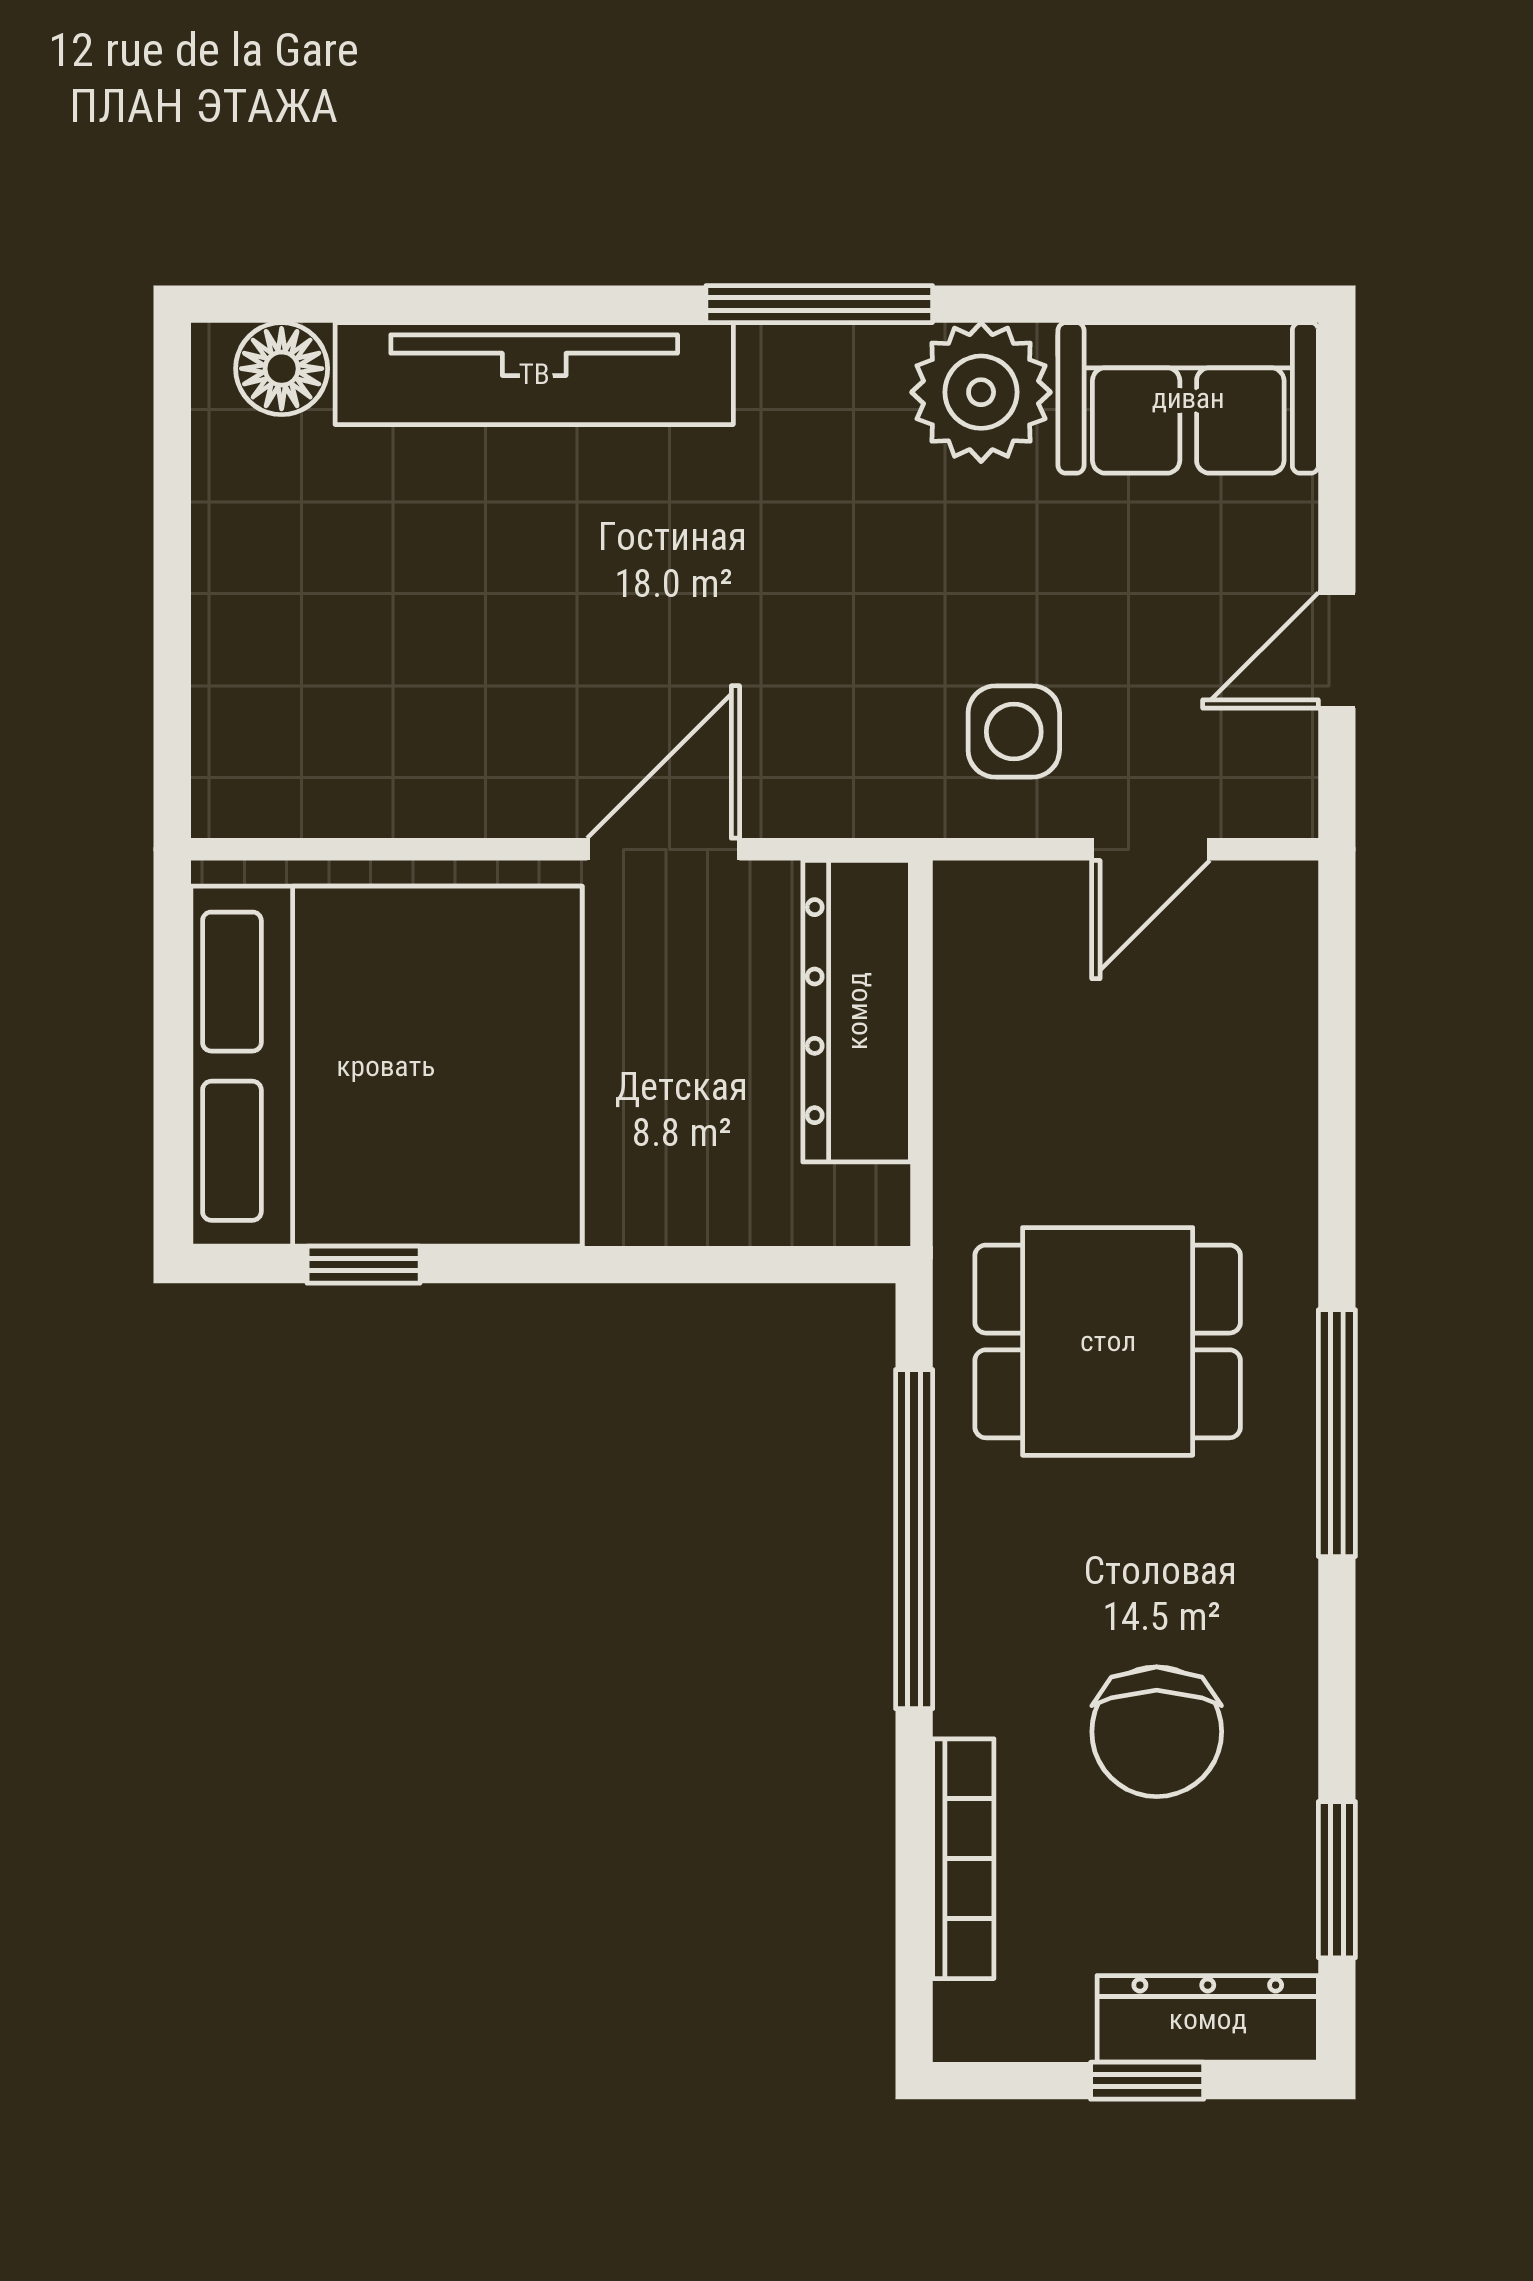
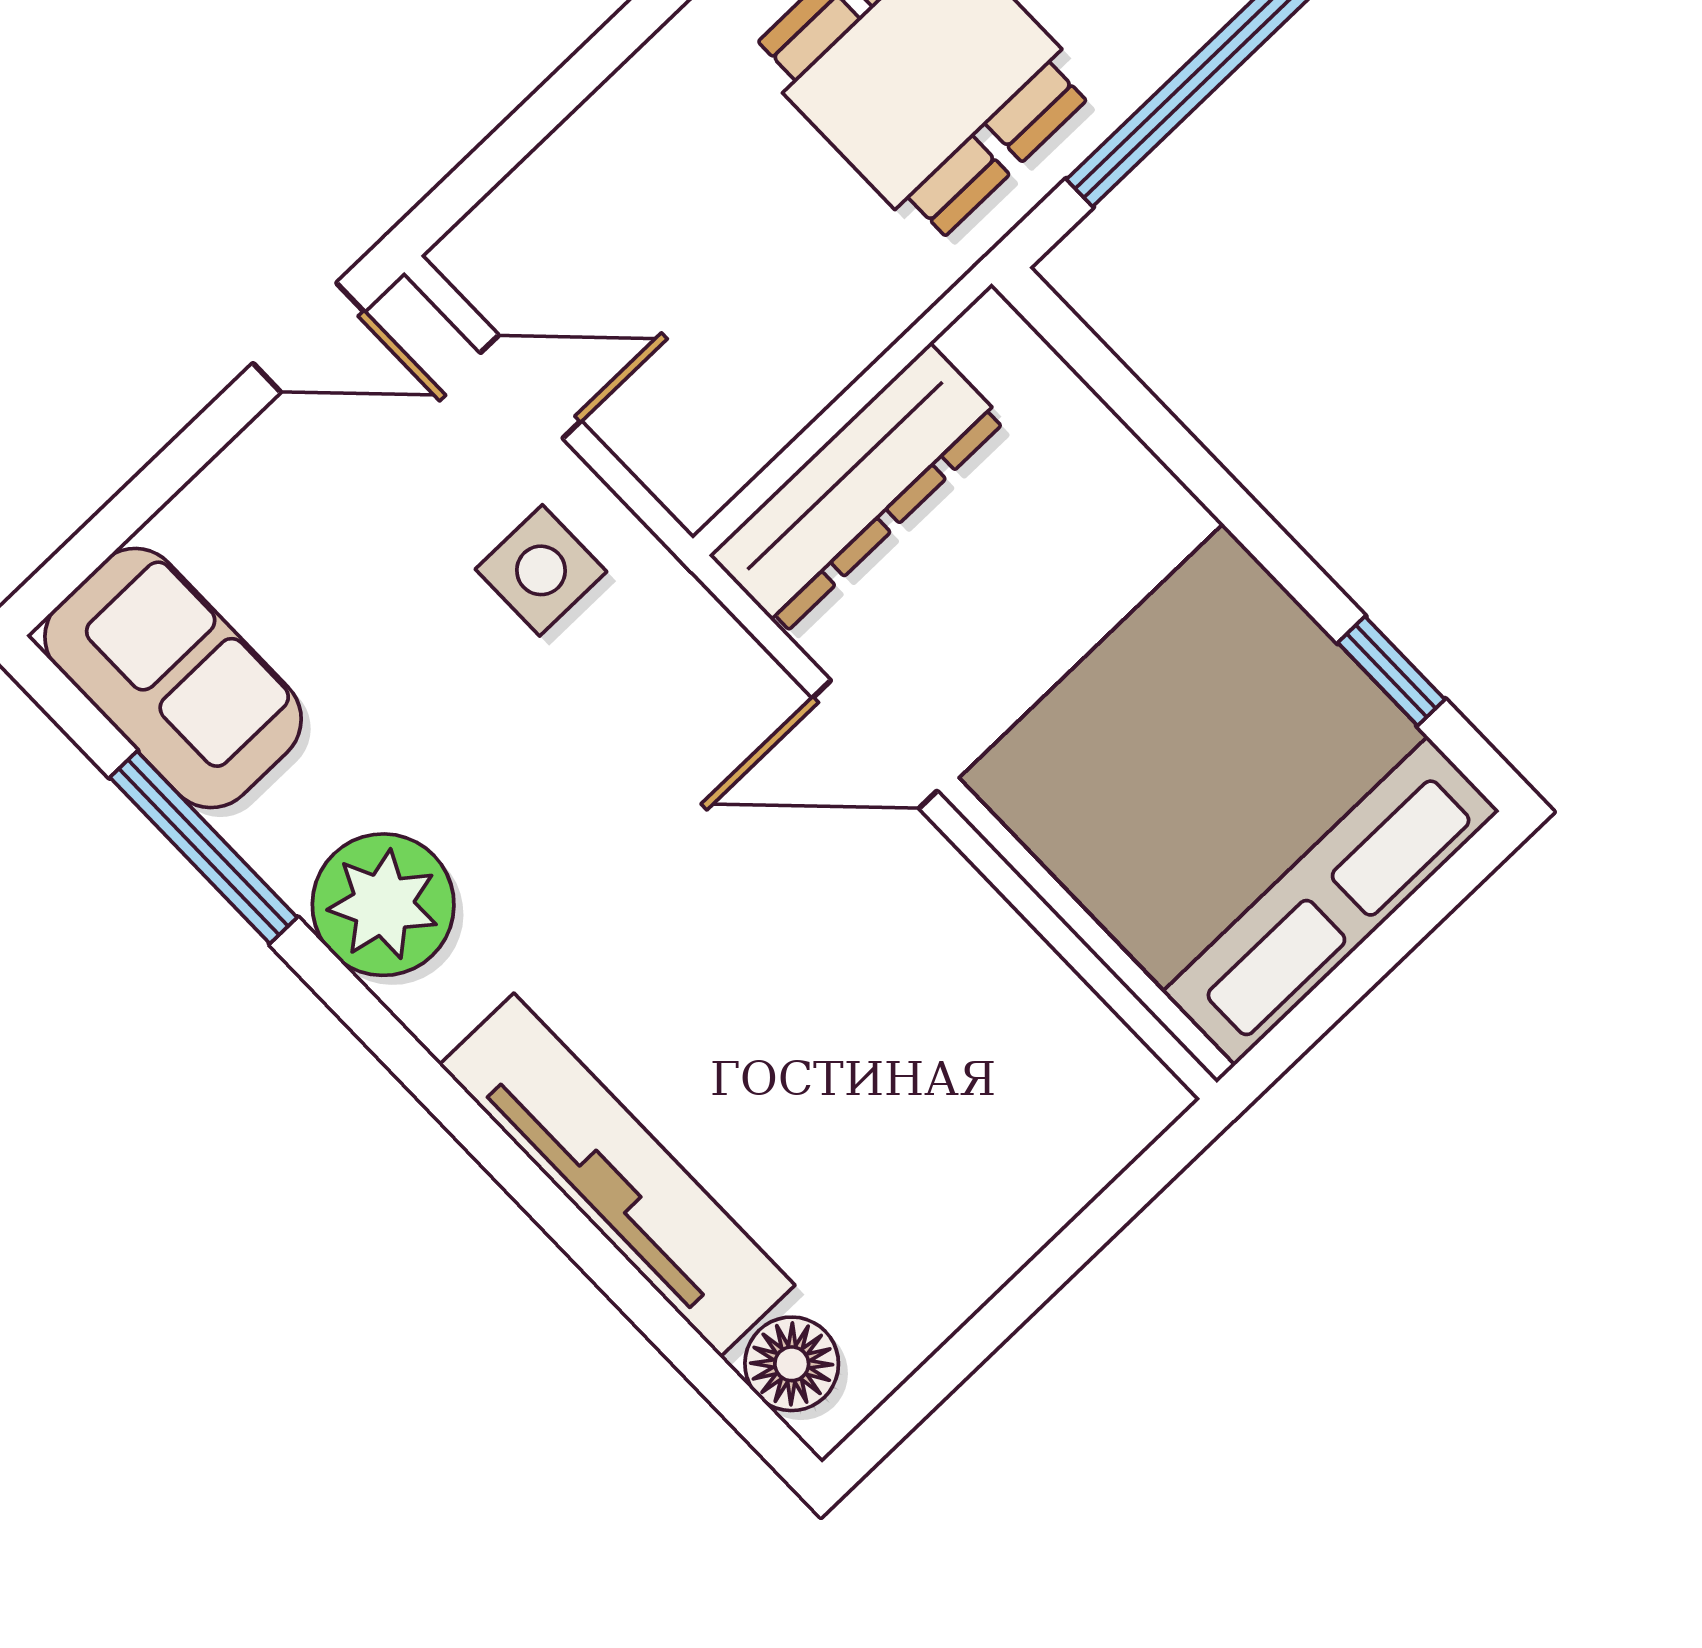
window: (819, 304) -> (204, 847), moved
plant: (981, 392) -> (383, 905), moved
door: (1337, 650) -> (309, 338), moved

